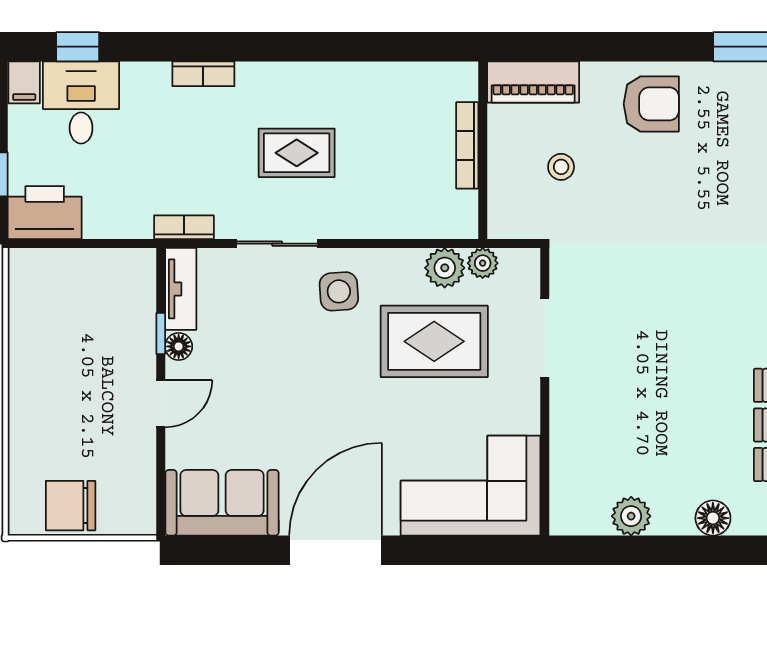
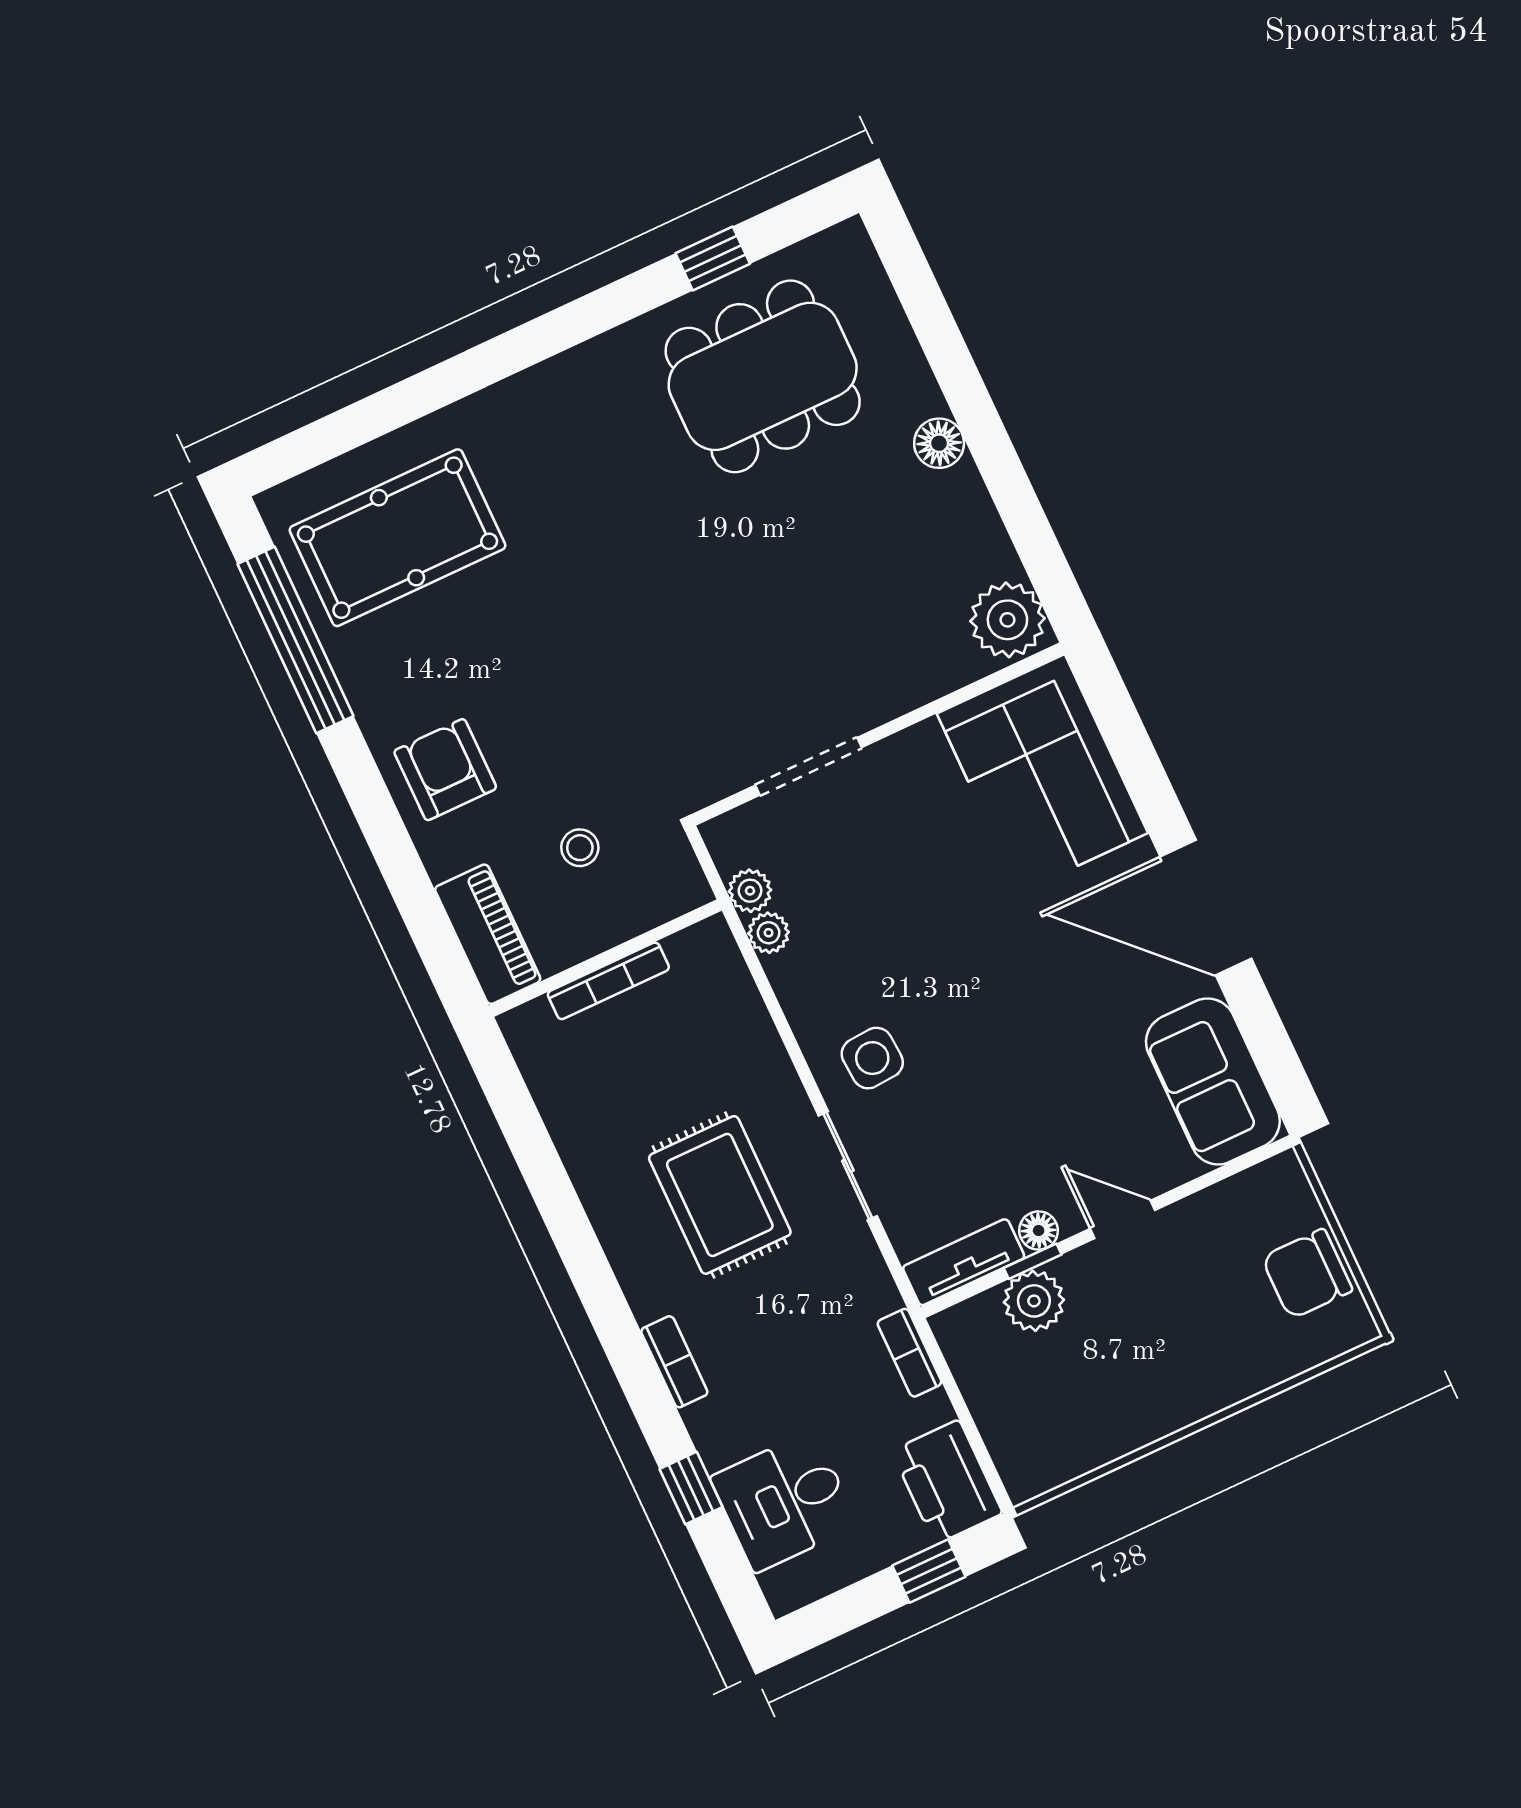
window: (78, 47) -> (691, 1488), moved
filing cabinet: (24, 82) -> (792, 1586), removed
rug: (297, 153) -> (720, 1195), width x1.36, depth x1.43
bookcase: (184, 227) -> (909, 1353), moved
plant: (445, 268) -> (769, 933), width x0.73, depth x0.73
plant: (135, 322) -> (1034, 1301), added
rug: (434, 341) -> (879, 906), removed
chair: (71, 506) -> (1307, 1274), turned 90
plant: (631, 516) -> (1007, 620), moved, width x1.36, depth x1.36

